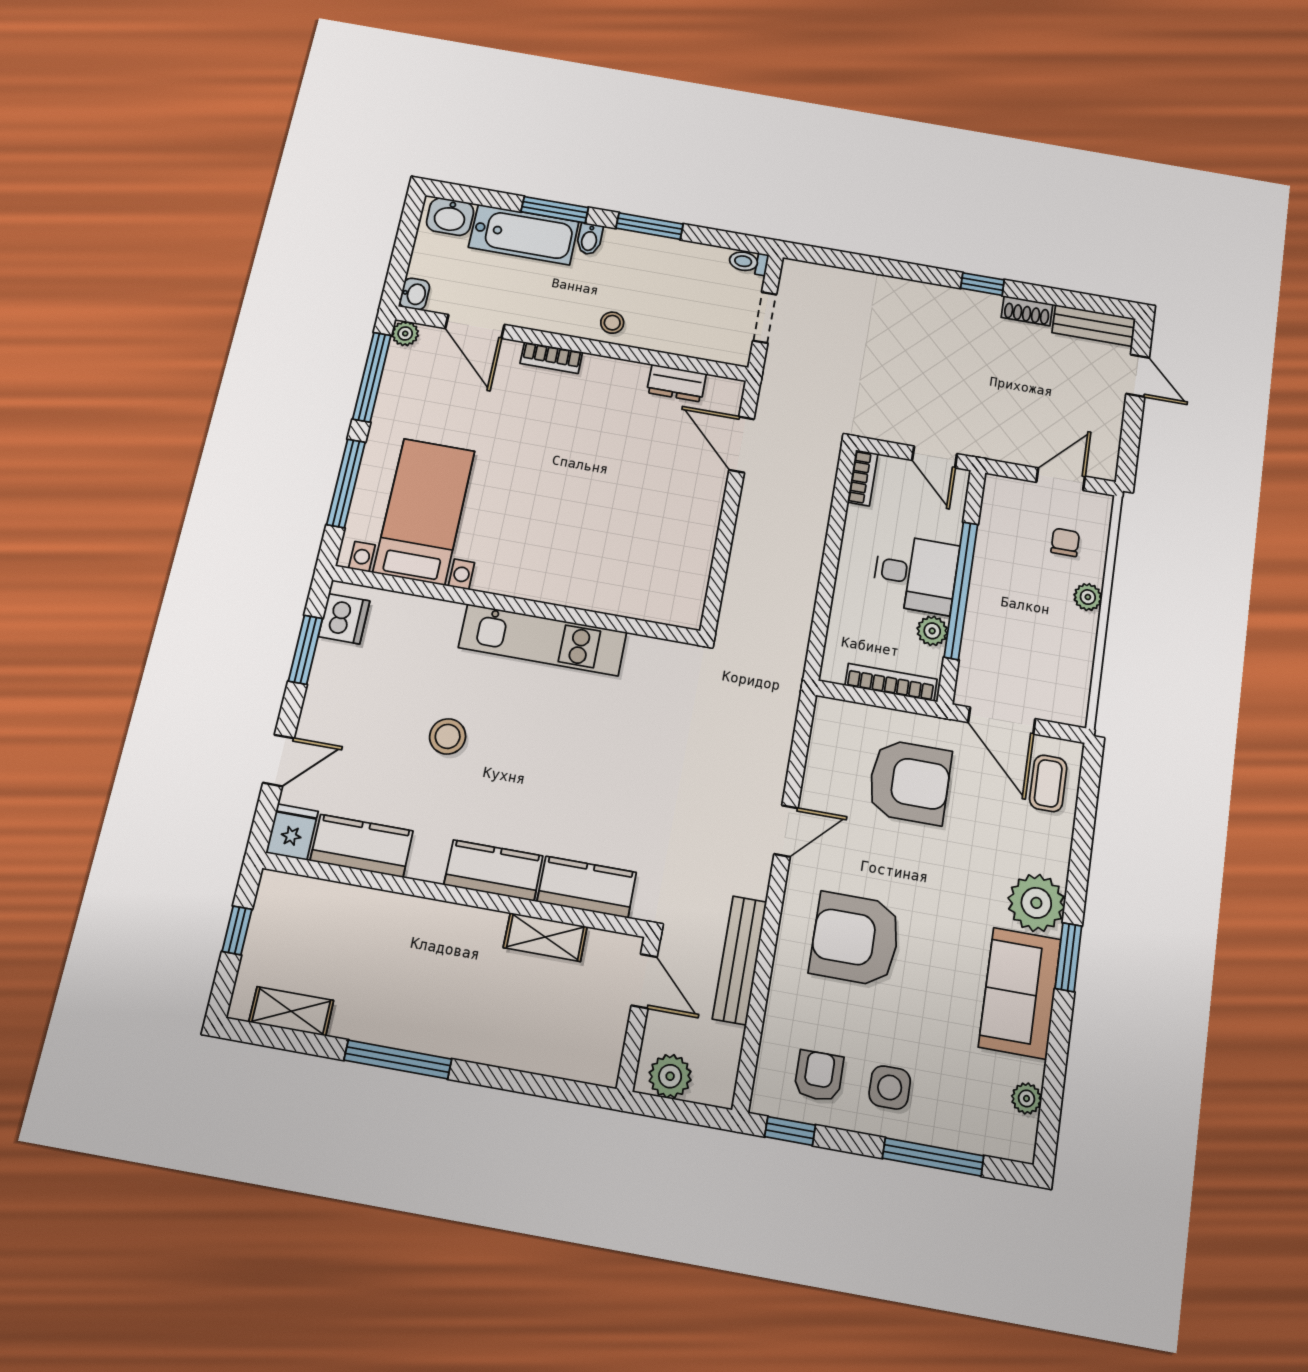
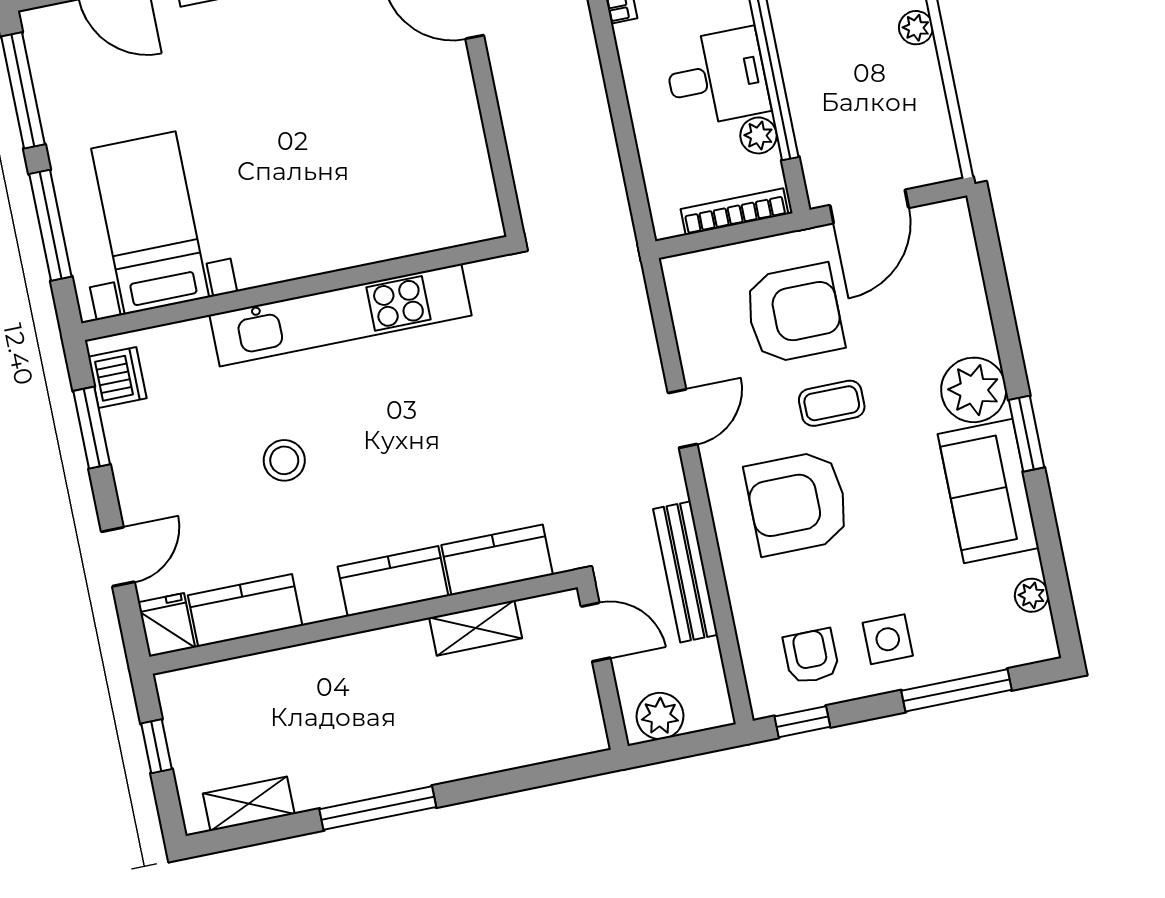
plant: (405, 334) -> (37, 23), removed
kitchen unit: (543, 640) -> (341, 315), width x1.36
door: (1002, 721) -> (869, 207), hinge flipped
coffee table: (1048, 783) -> (832, 403), moved, turned 90

